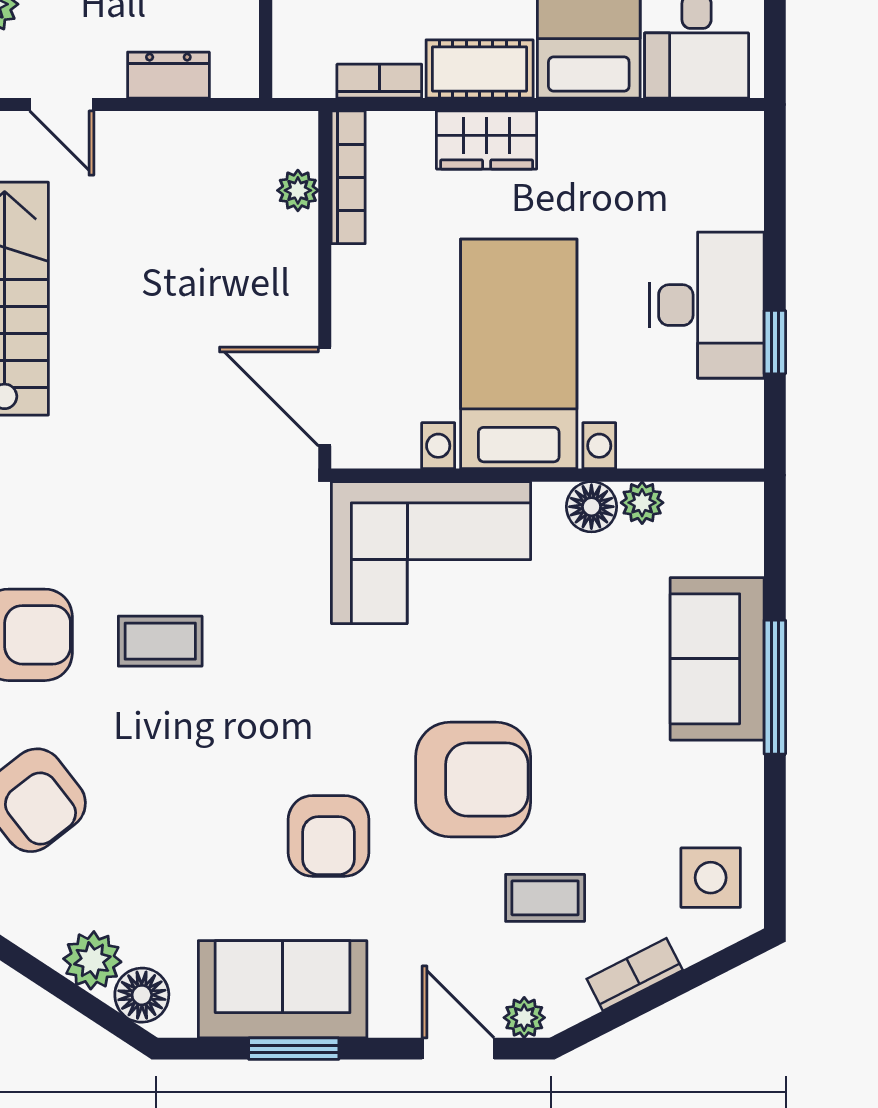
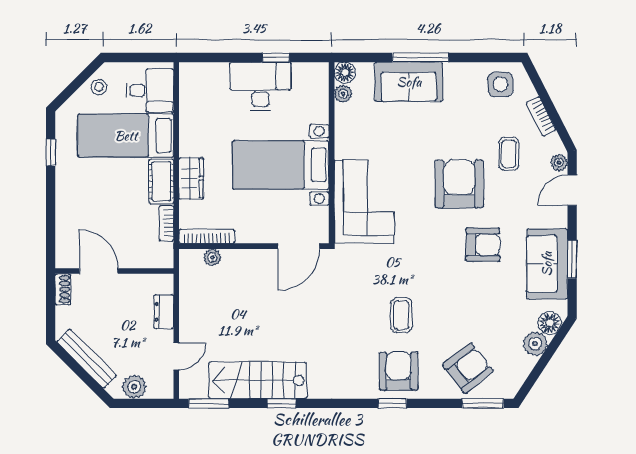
plant: (642, 503) -> (343, 94), moved
floor lamp: (591, 507) -> (345, 73), moved

